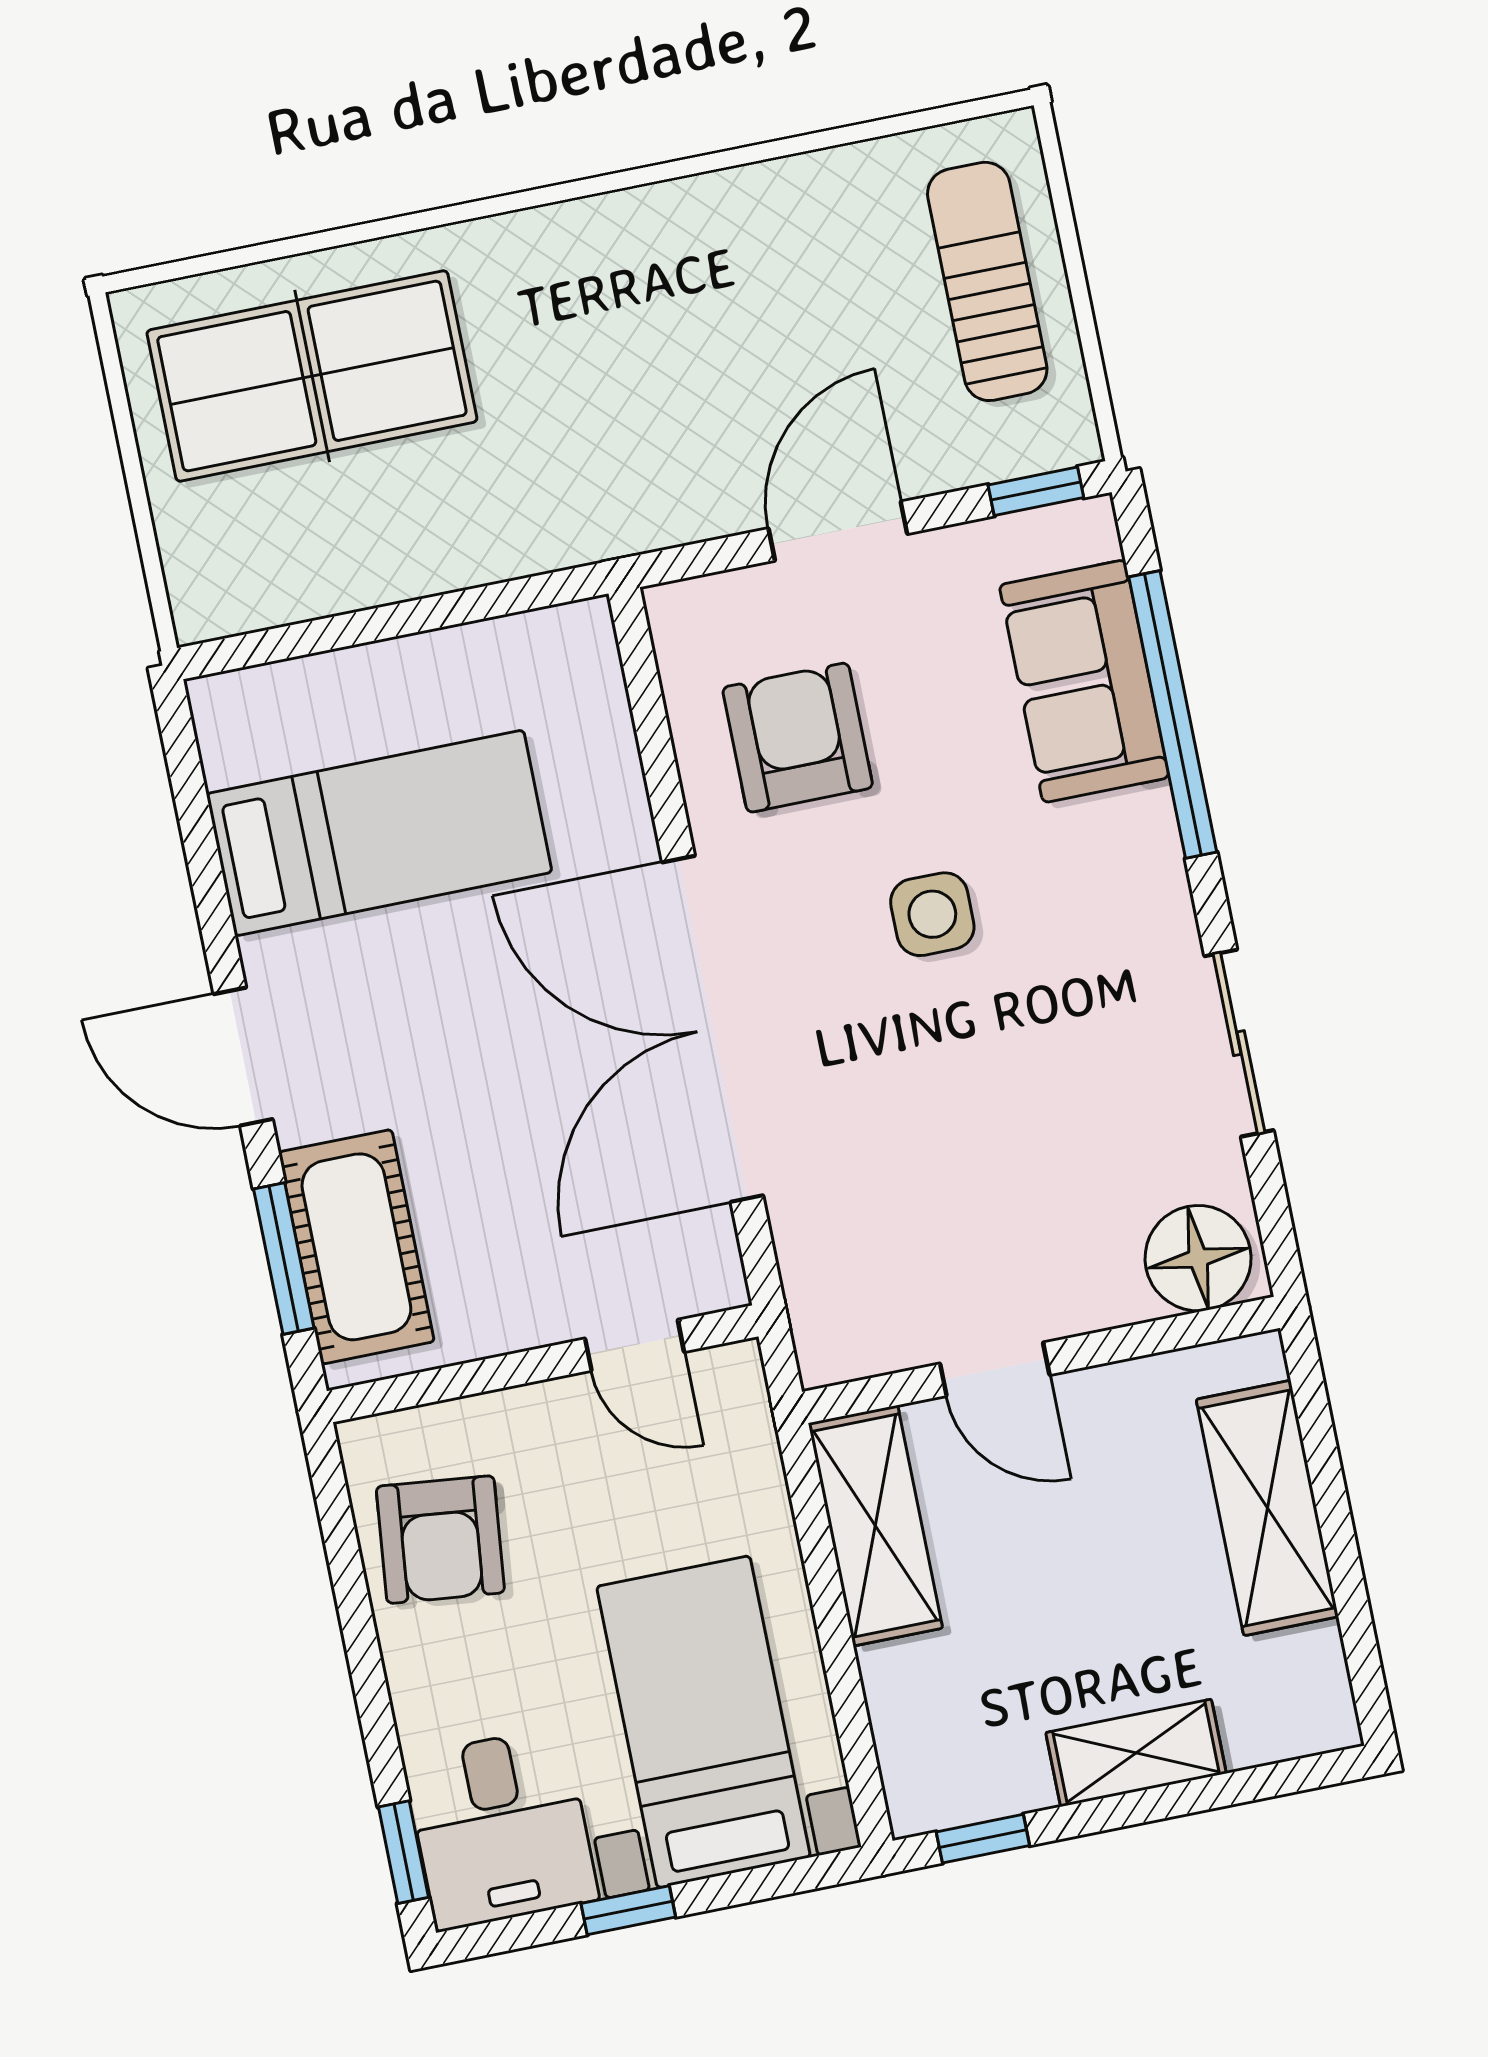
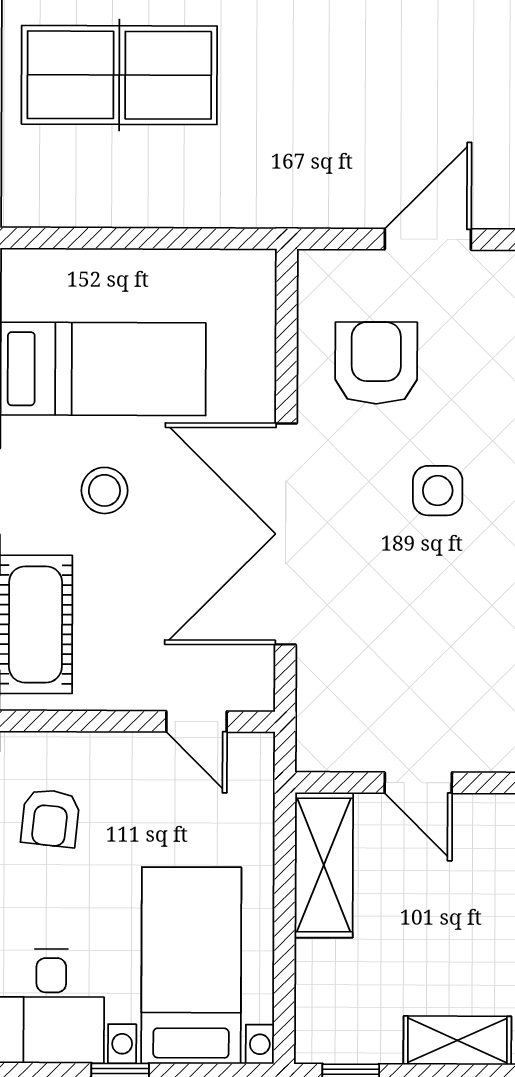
stool: (420, 1019) -> (104, 490), added
armchair: (440, 1540) -> (50, 818), width x0.72, depth x0.72

